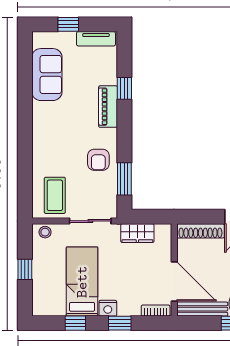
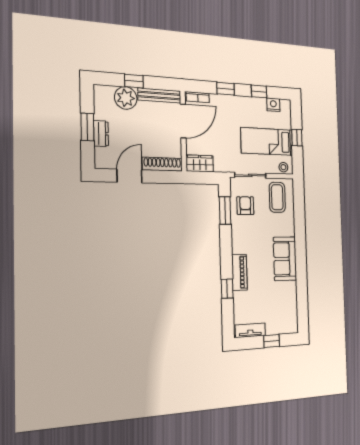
sofa: (47, 75) -> (285, 259), moved
armchair: (98, 160) -> (245, 206), moved
wardrobe: (137, 233) -> (200, 163), moved
door: (174, 281) -> (183, 121), swing flipped
bed: (82, 282) -> (267, 141), moved, turned 90
nightstand: (108, 308) -> (273, 105), moved

